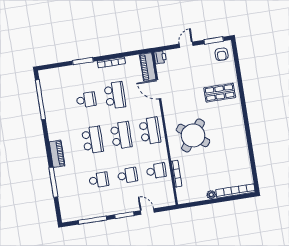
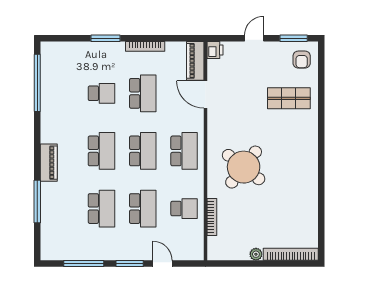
shop shelf: (220, 93) -> (289, 98), moved
school desk: (128, 175) -> (143, 209), width x1.85
school desk: (99, 180) -> (102, 209), width x1.85

